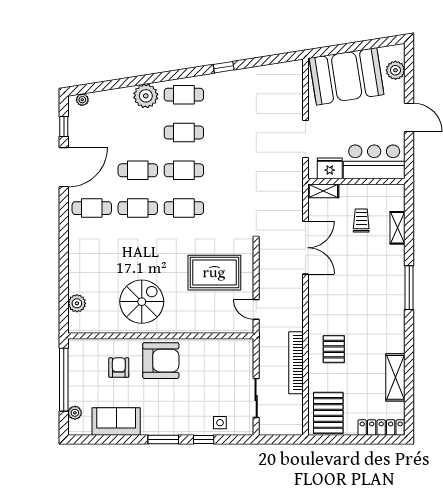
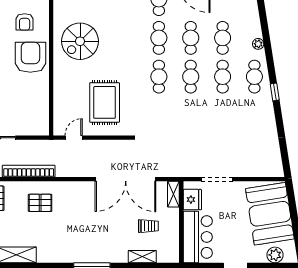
window: (224, 67) -> (275, 92), moved
plant: (146, 96) -> (258, 44), width x0.53, depth x0.53
cafe table: (138, 132) -> (223, 38), added
double door: (305, 248) -> (126, 179), width x1.36
spiral stairs: (142, 302) -> (80, 41), turned 90
armchair: (161, 361) -> (30, 57), turned 180
armchair: (119, 368) -> (25, 22), turned 90

